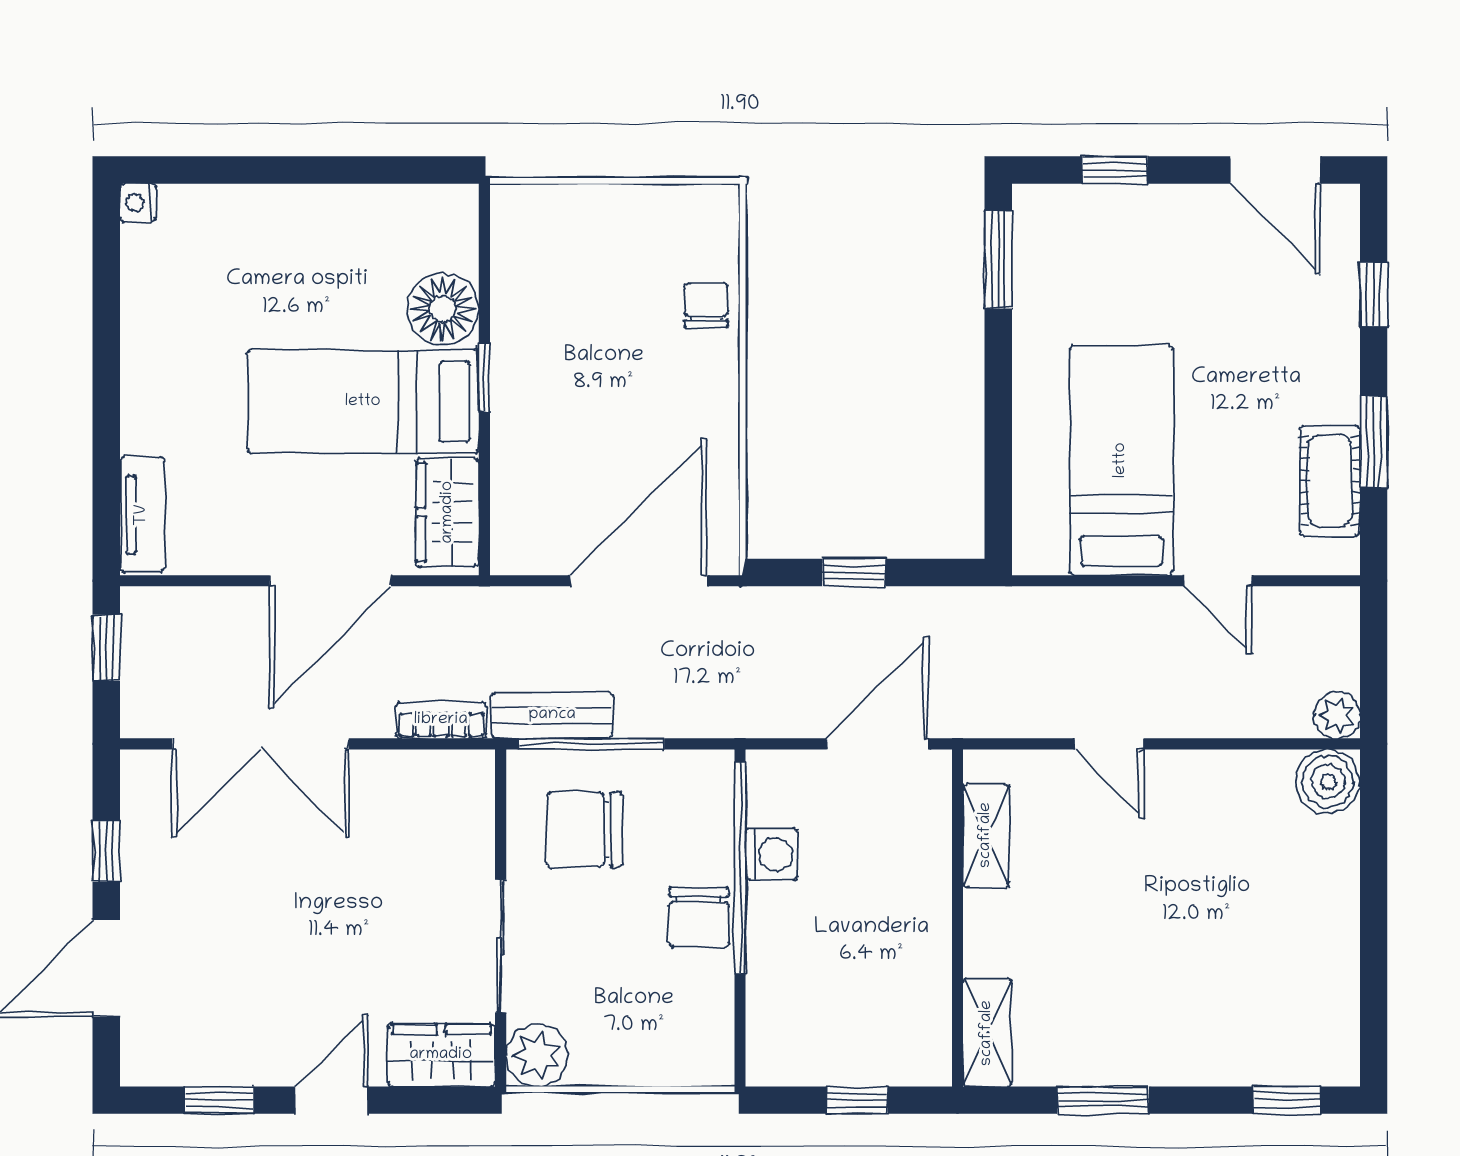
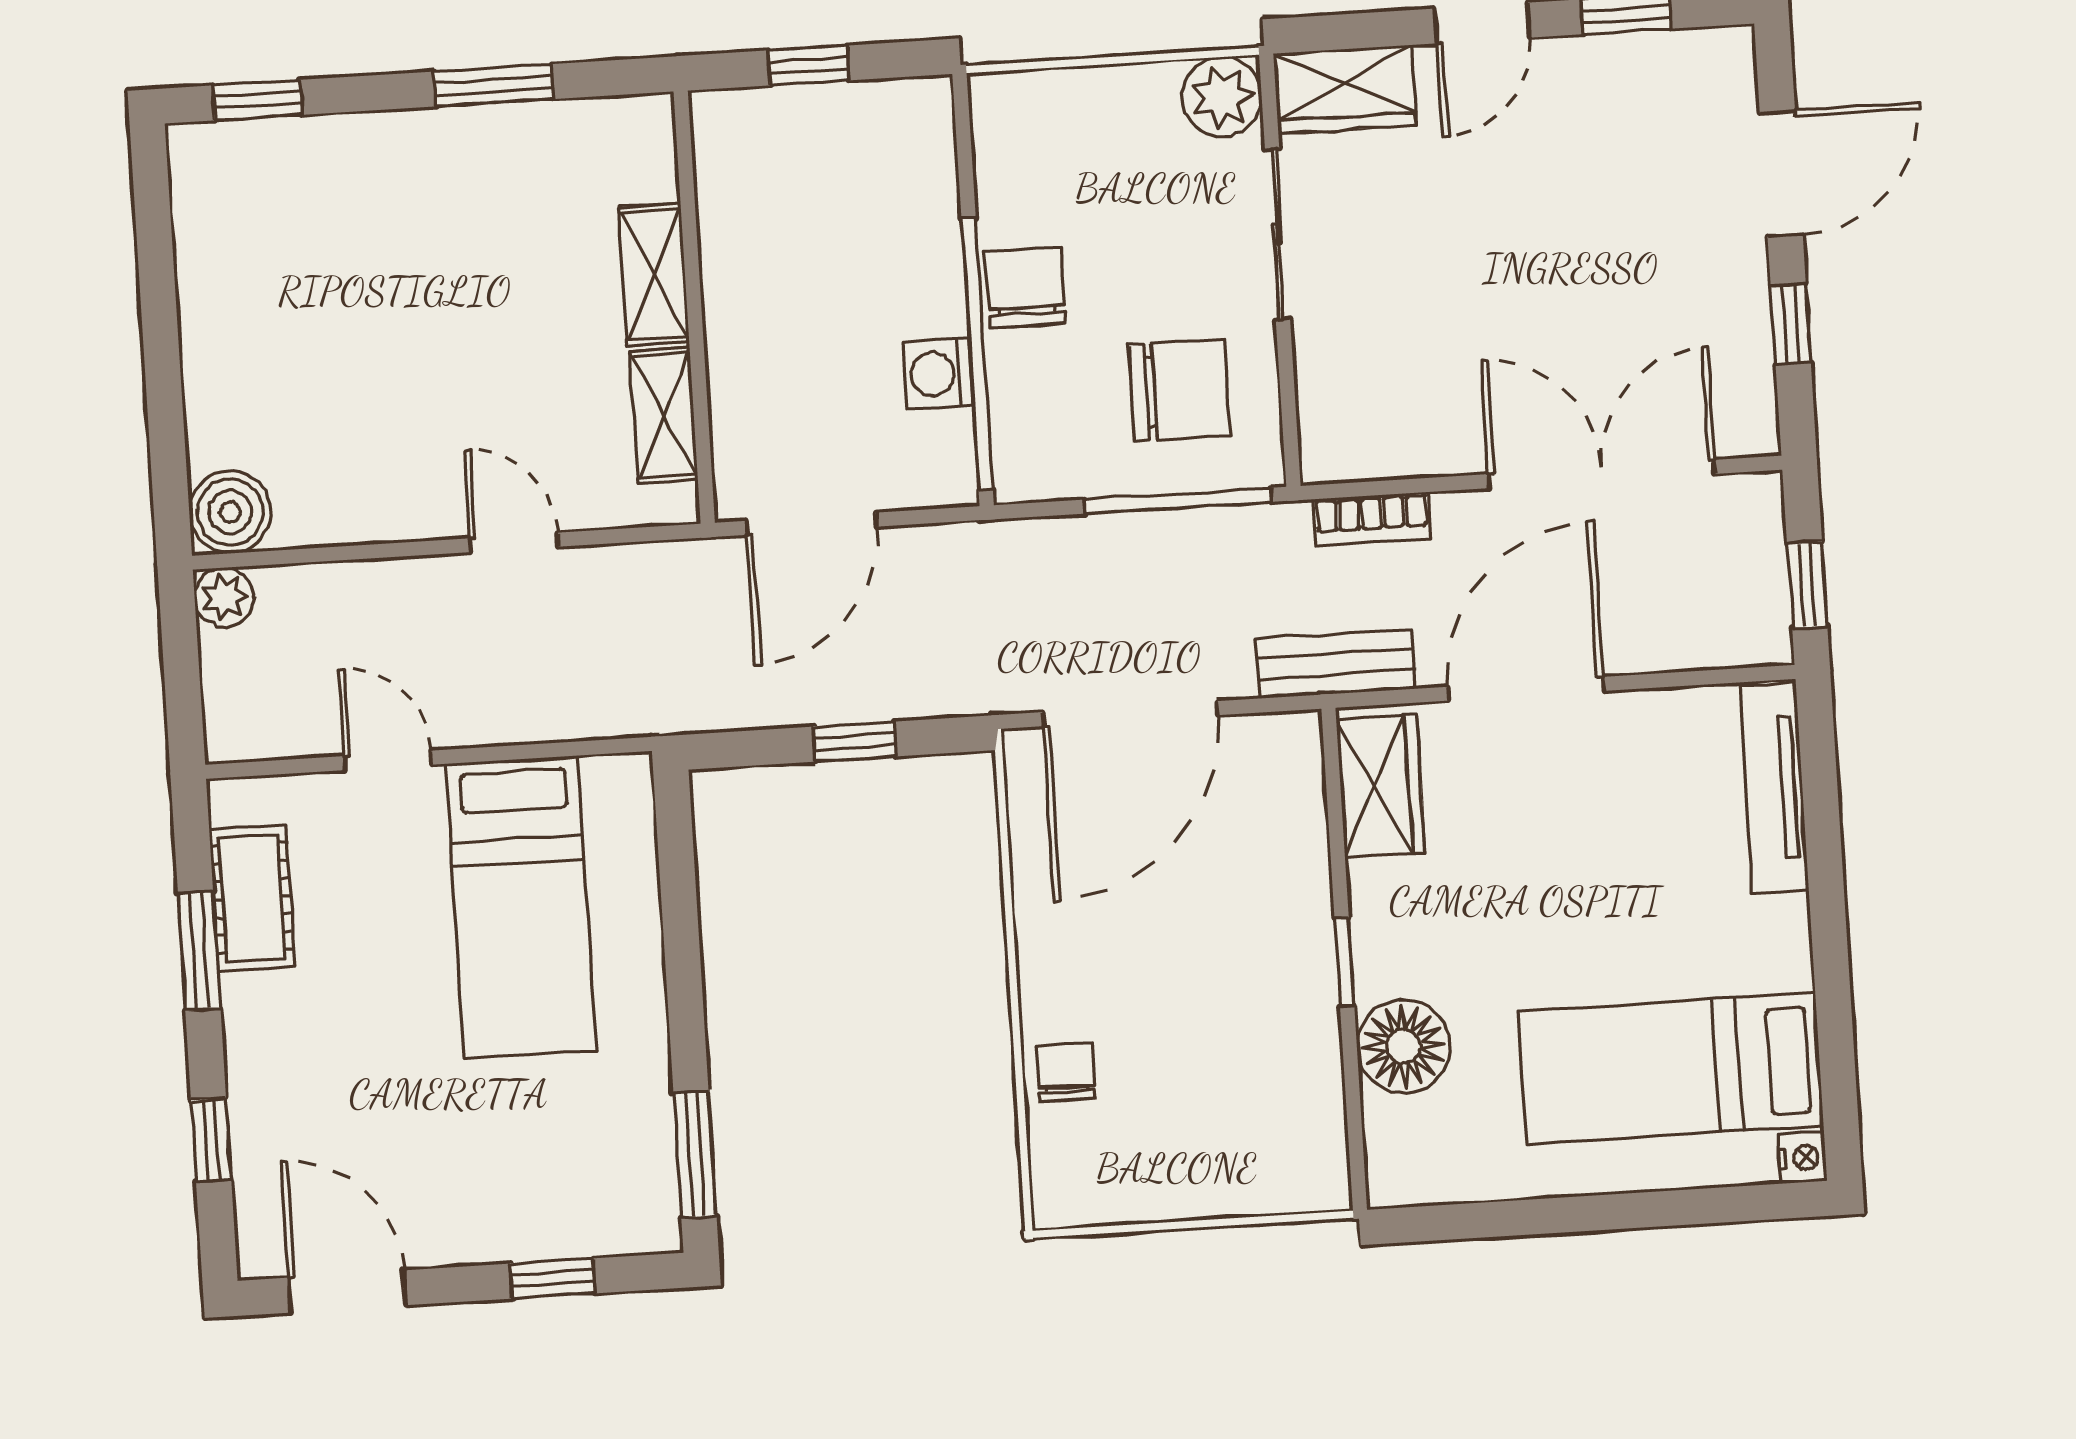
chair: (706, 305) -> (1066, 1072), turned 180
bed: (363, 402) -> (1671, 1069), moved, turned 180
tv unit: (142, 515) -> (1774, 788), width x1.41
bench: (552, 715) -> (1336, 664), moved
shelving: (987, 1033) -> (654, 274), moved

